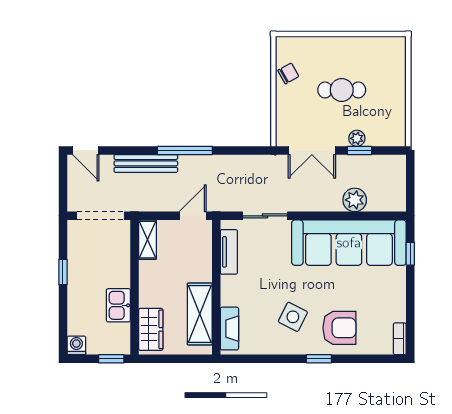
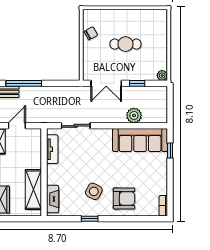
plant: (357, 138) -> (162, 75), moved
door: (193, 216) -> (17, 126), moved
sofa: (349, 243) -> (140, 140), width x0.74, depth x0.79
window: (319, 359) -> (90, 219), moved

